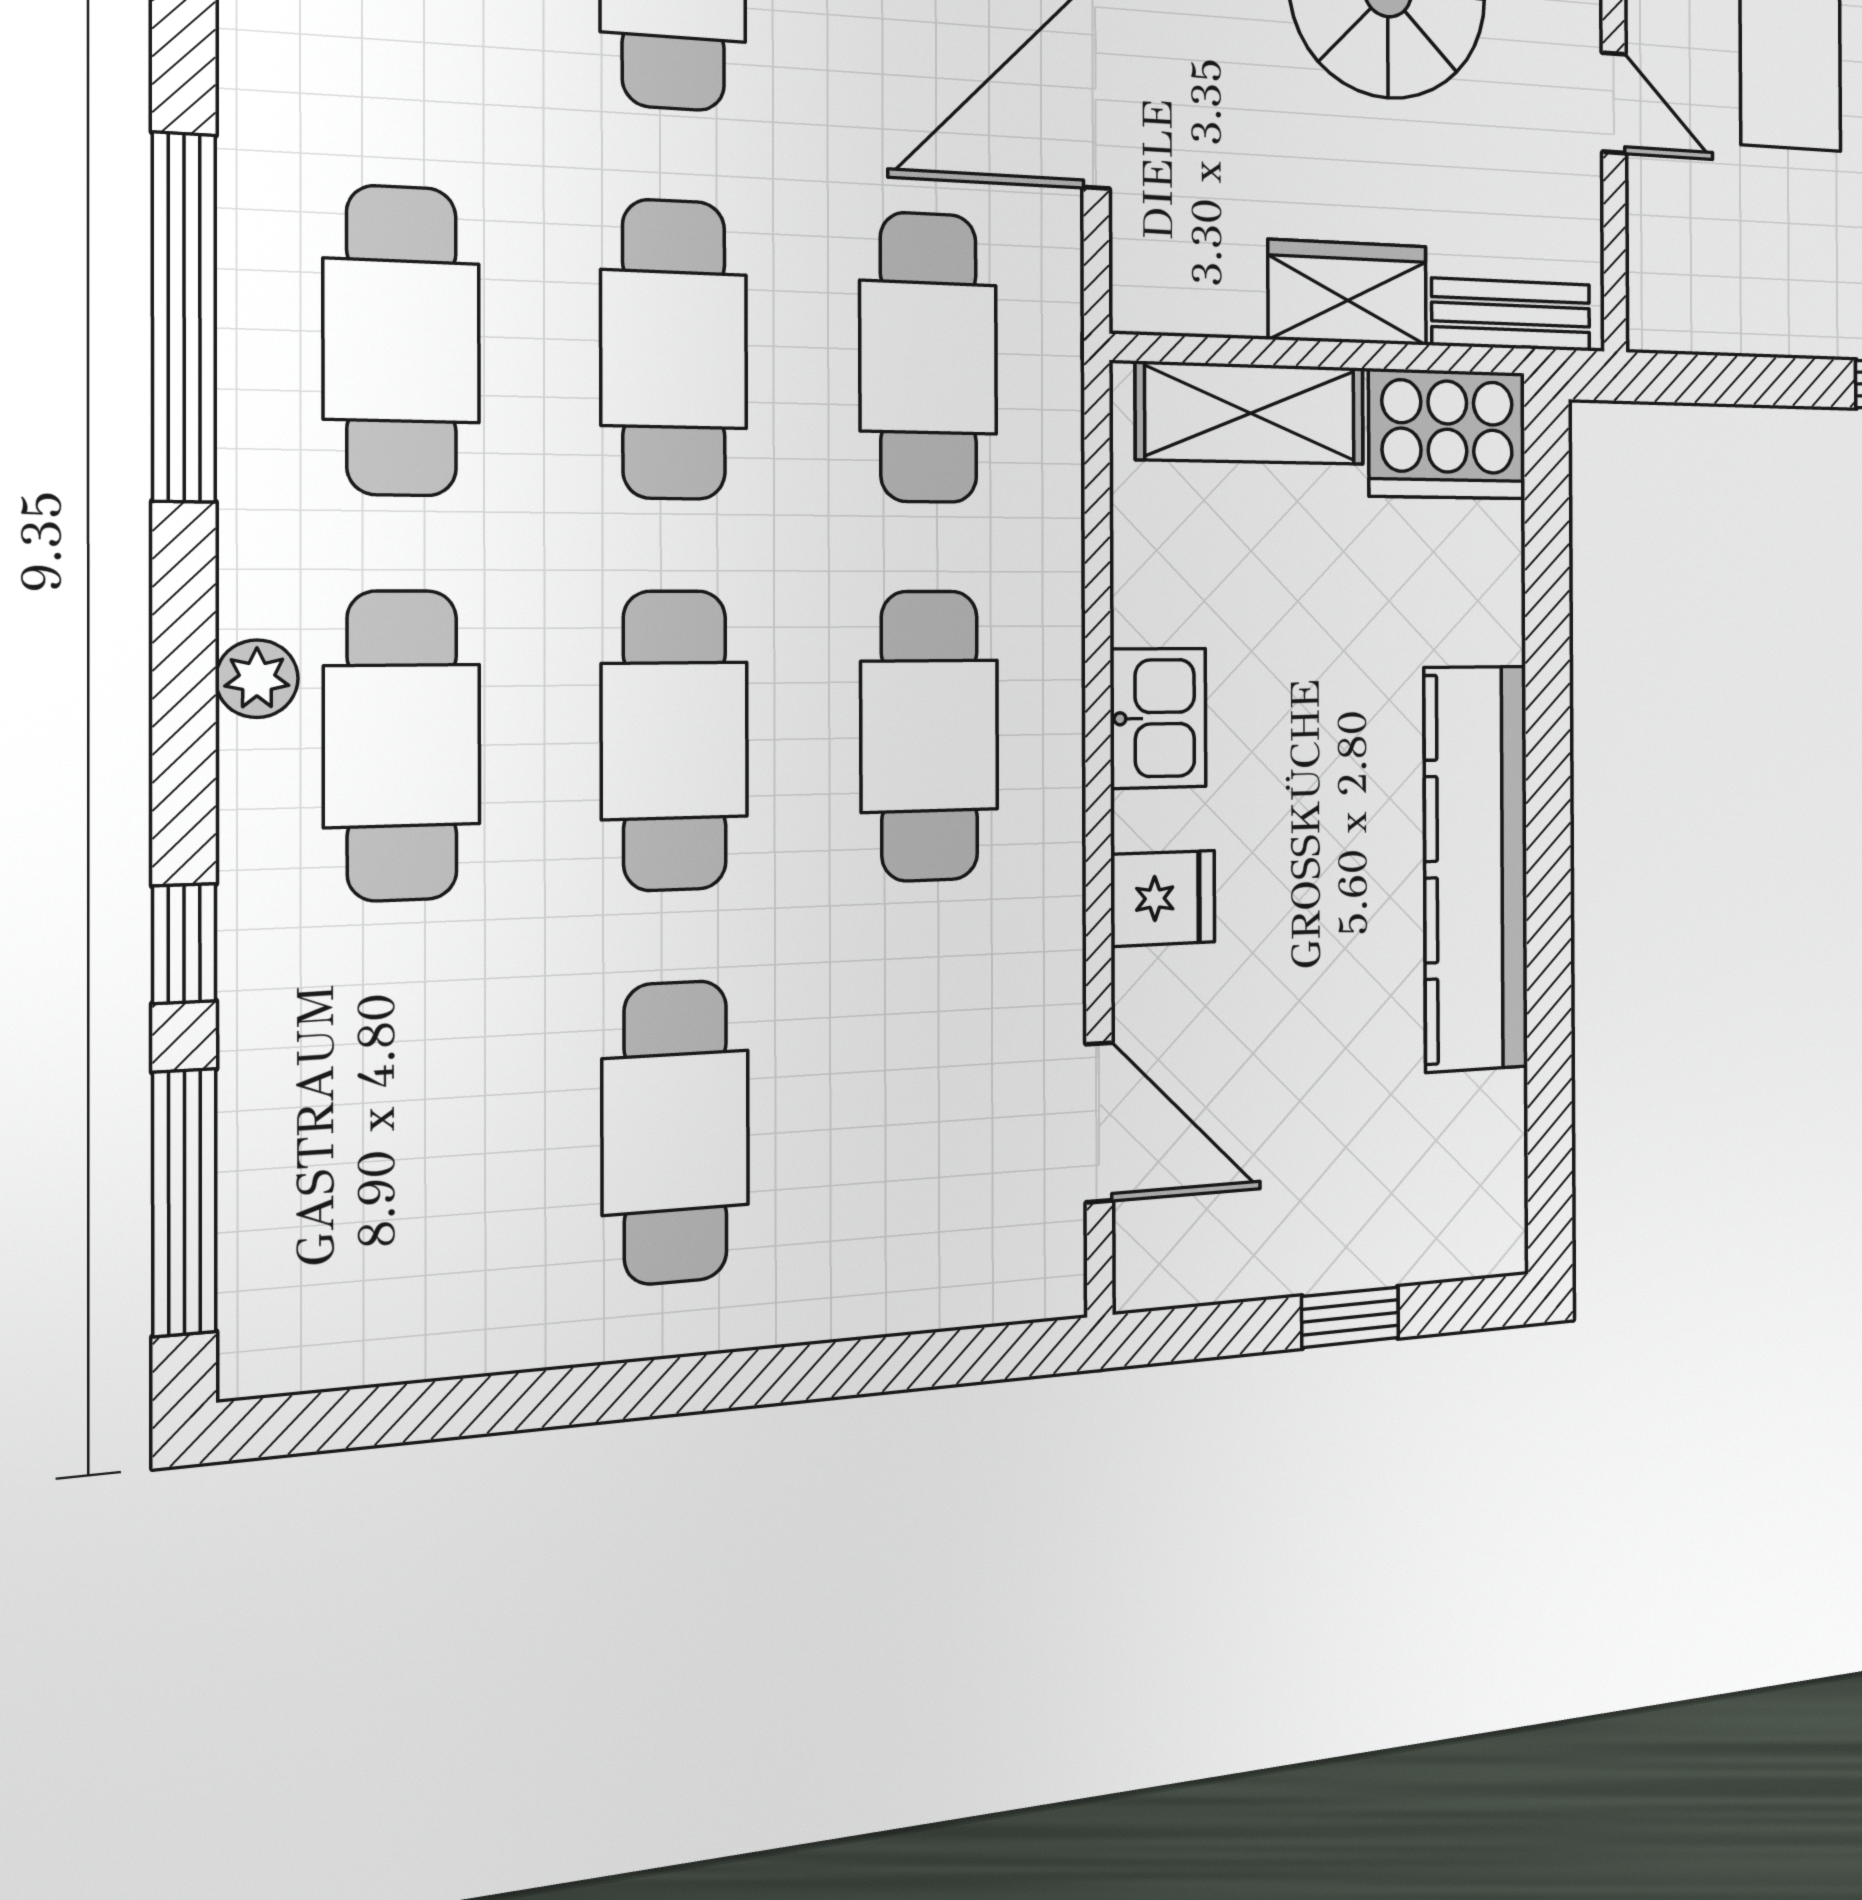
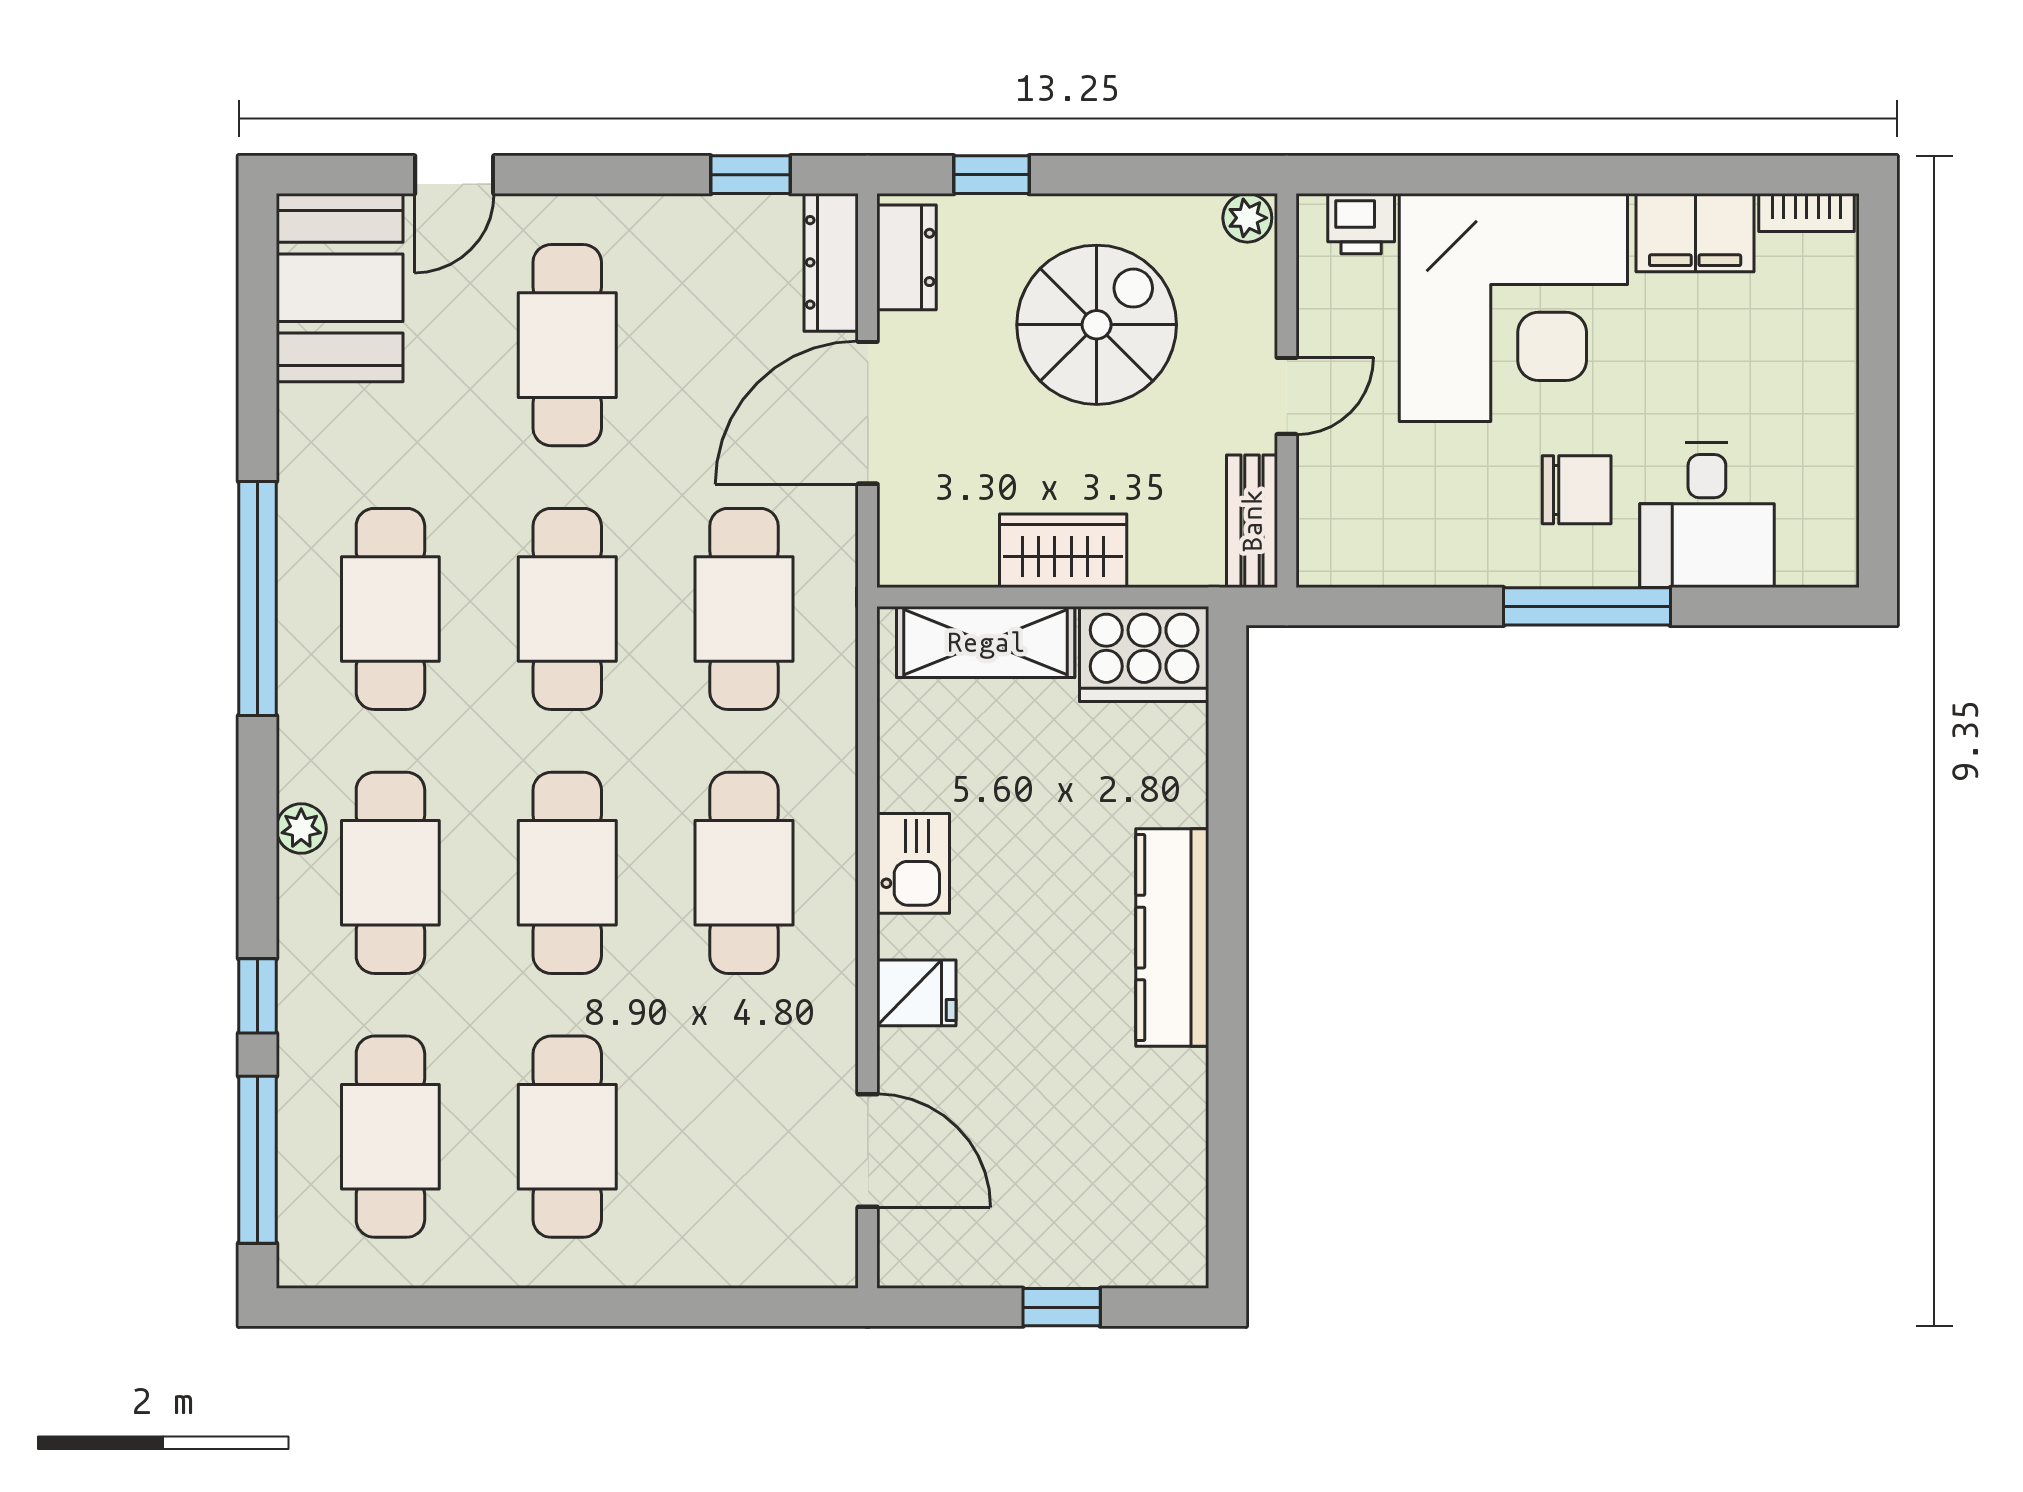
door: (1614, 103) -> (1287, 396), hinge flipped
bench: (1511, 315) -> (1252, 521), moved, turned 90
kitchen counter: (1476, 868) -> (1172, 938), width x0.72, depth x0.86
cafe table: (403, 1151) -> (390, 1137), added

